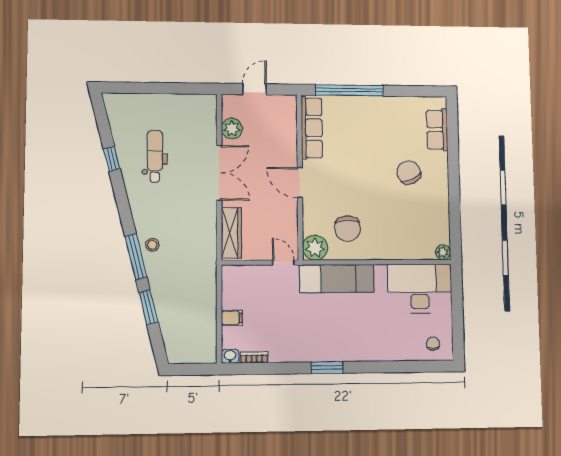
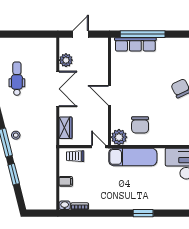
row of seats: (312, 128) -> (135, 44), moved, turned 90
wardrobe: (231, 233) -> (65, 128), width x0.67
trolley: (247, 278) -> (75, 156), added
window: (327, 368) -> (143, 213), moved

